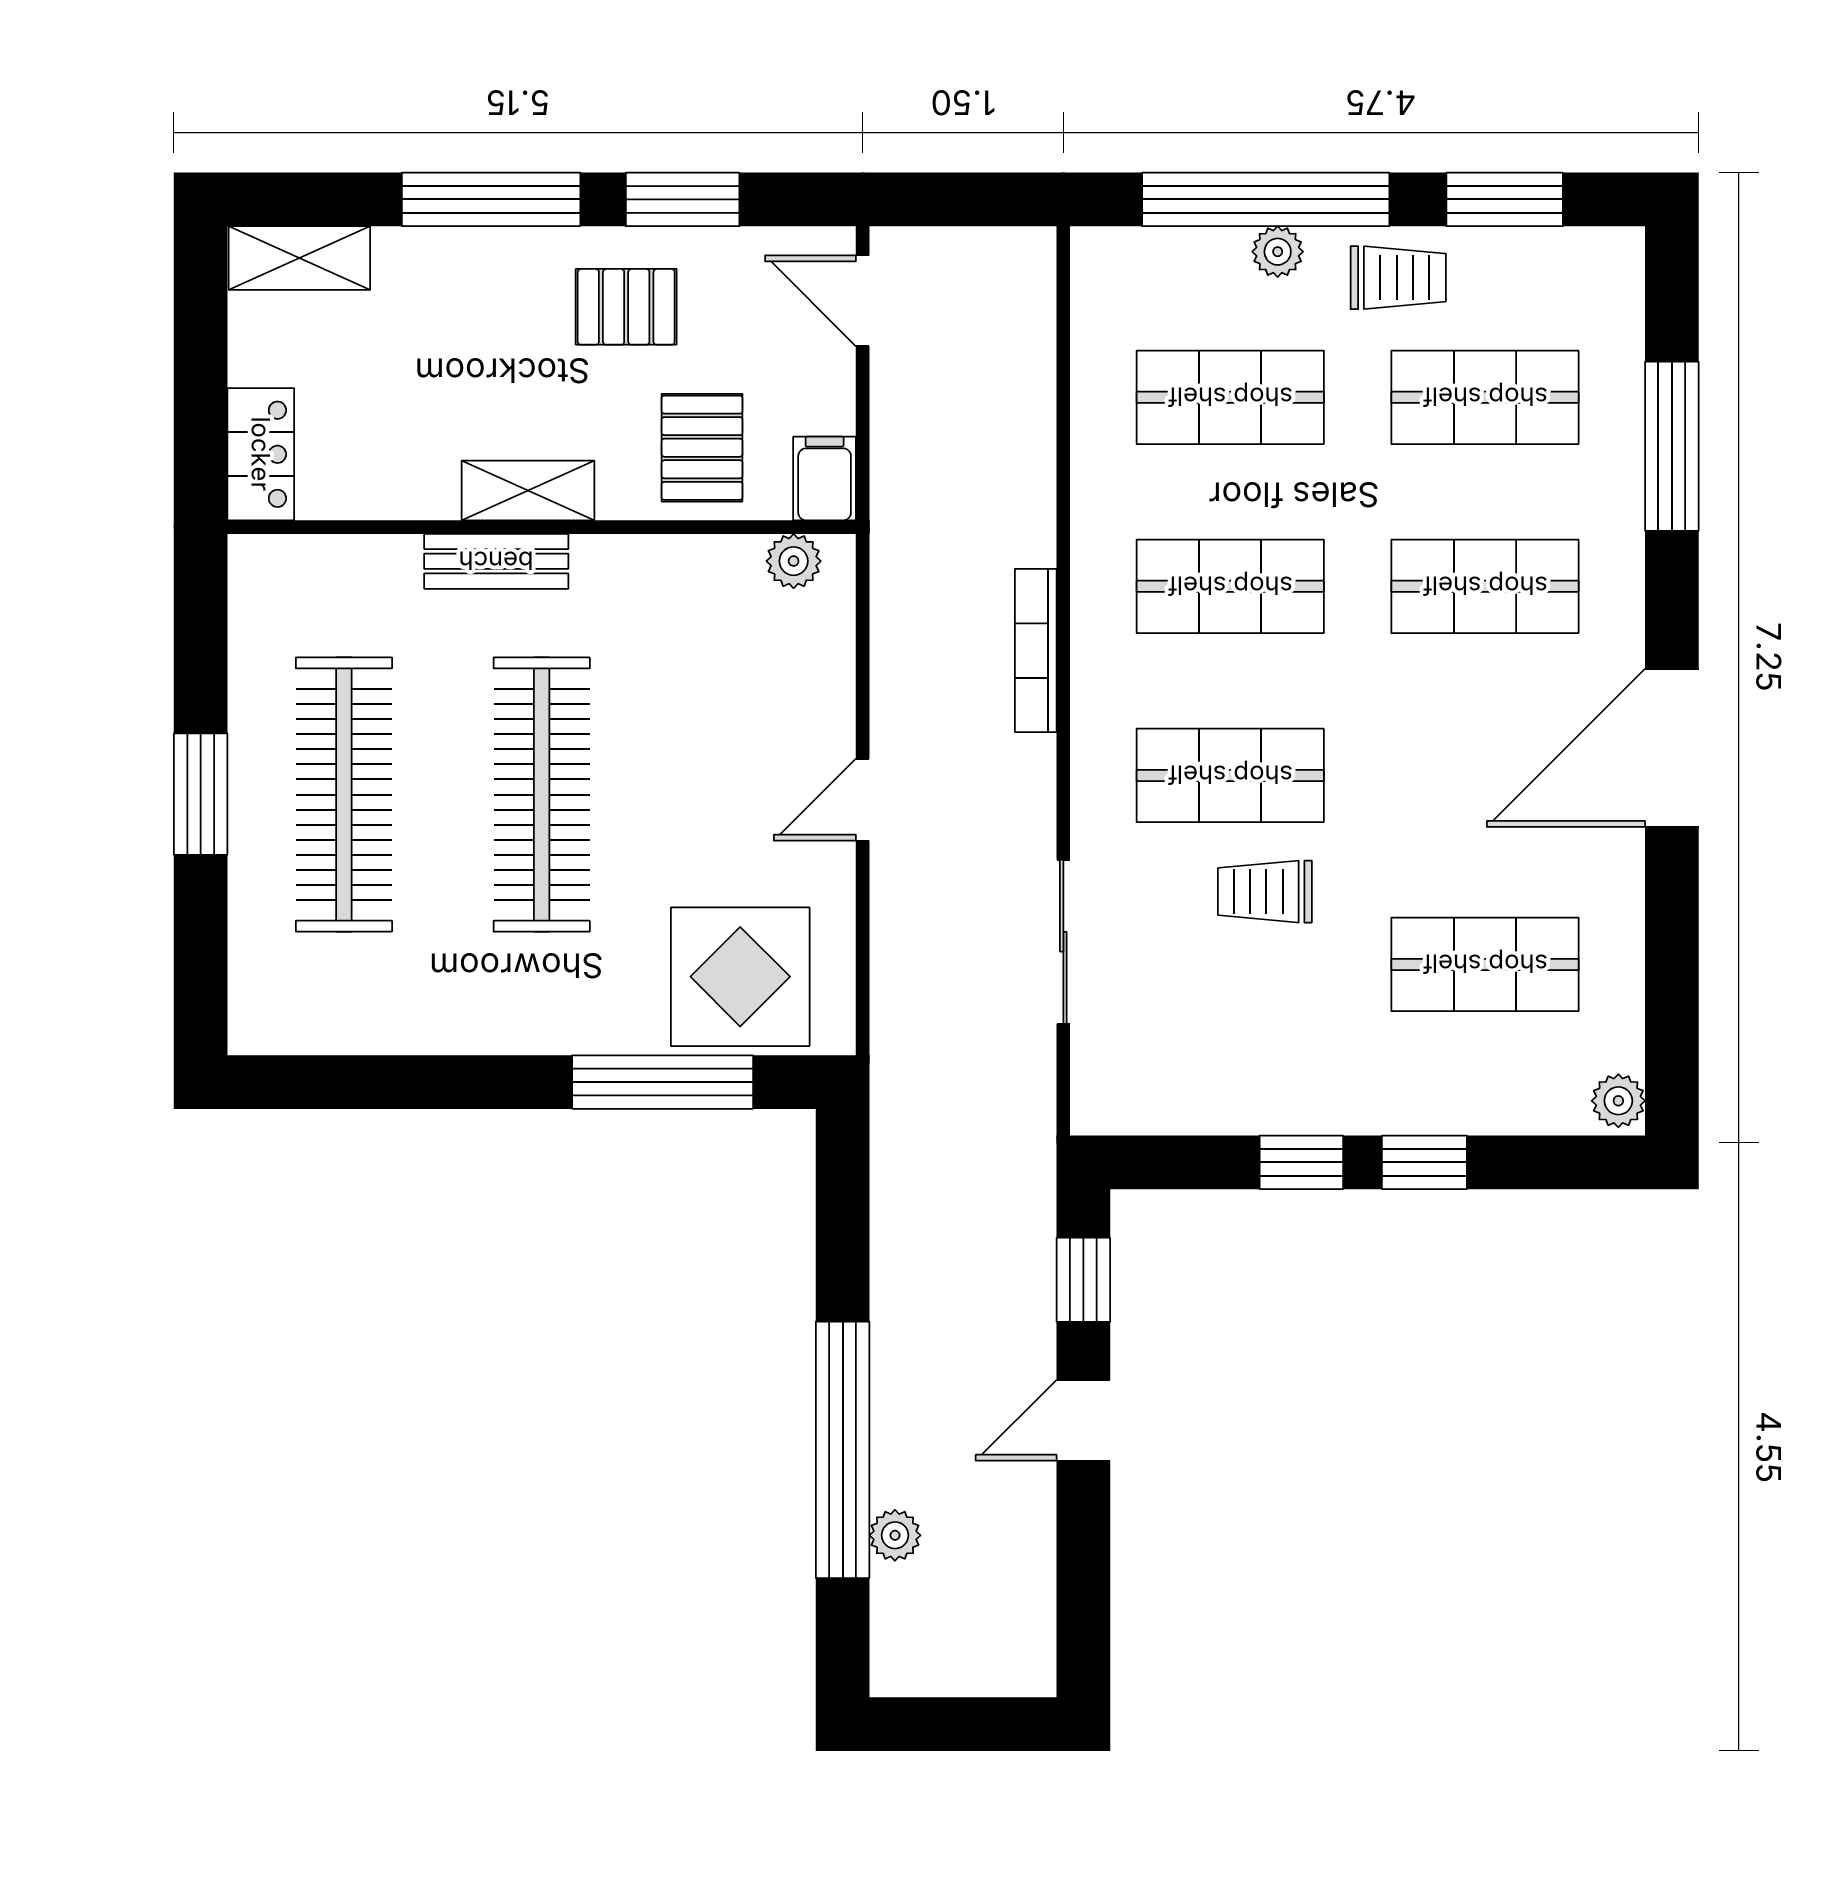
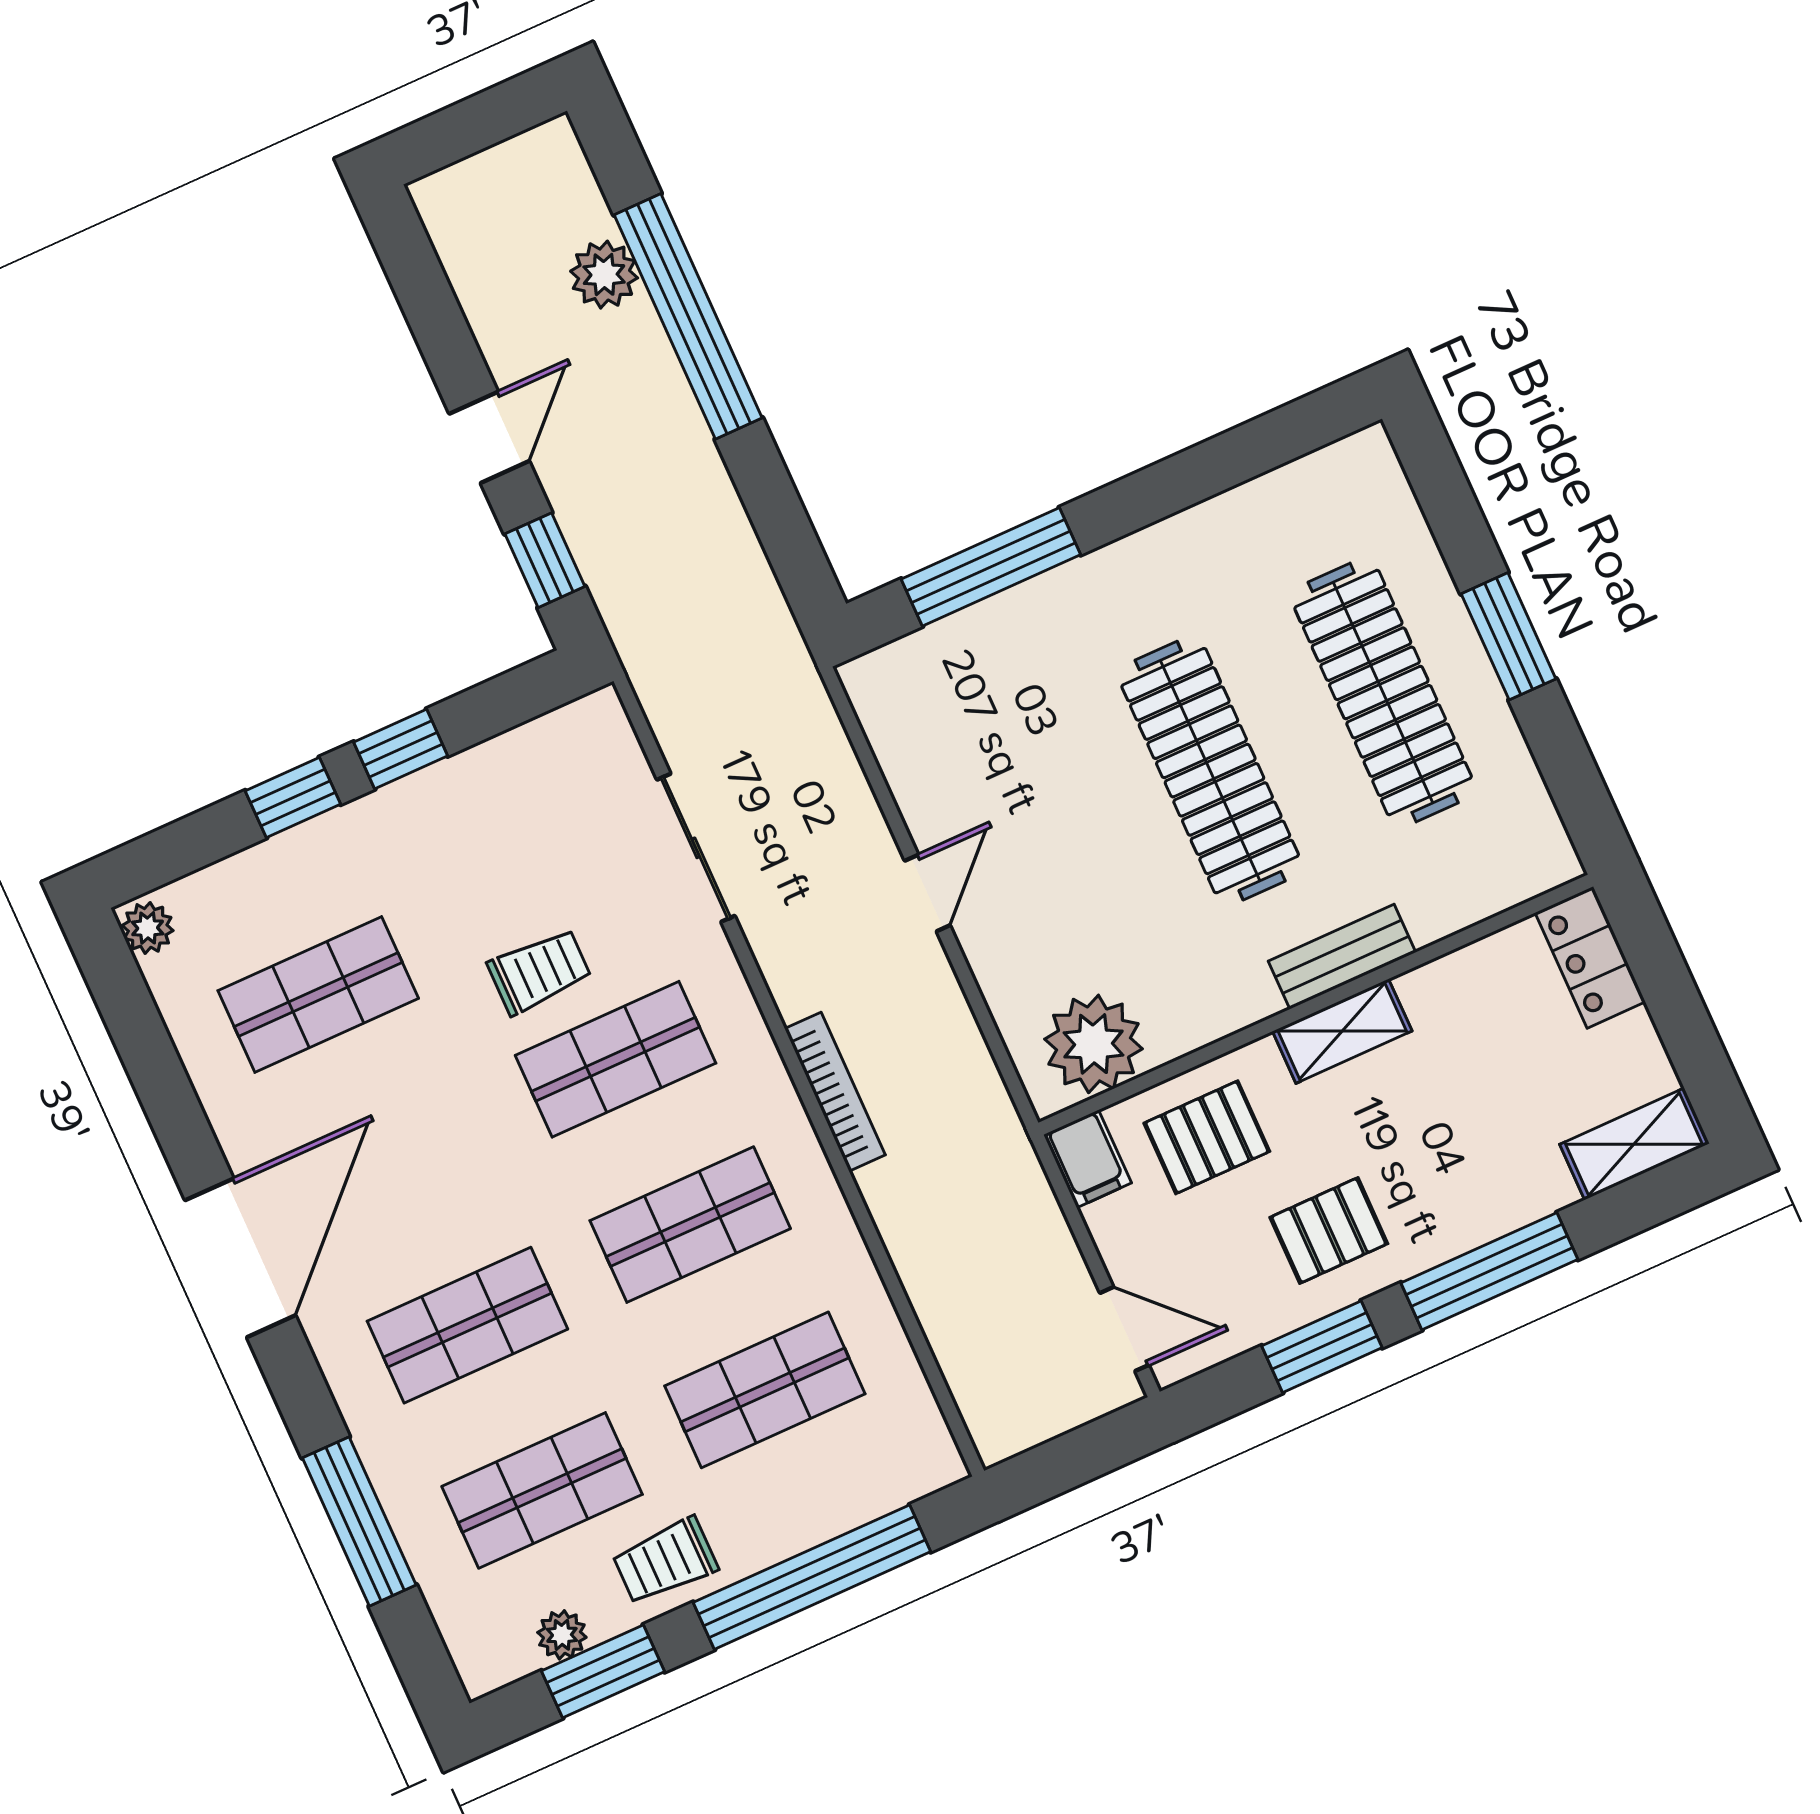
plant: (1278, 252) -> (562, 1635), moved
pallet: (702, 448) -> (1207, 1137), turned 90
plant: (794, 561) -> (1094, 1044), width x1.87, depth x1.87
display table: (740, 977) -> (965, 690), removed
plant: (895, 1535) -> (604, 275), width x1.38, depth x1.38

